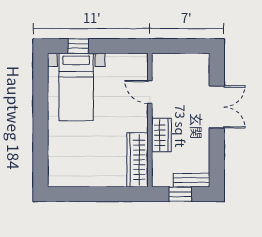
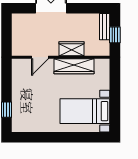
bed with nightstands: (76, 87) -> (85, 111), moved, turned 180
wardrobe: (137, 160) -> (74, 66), moved

